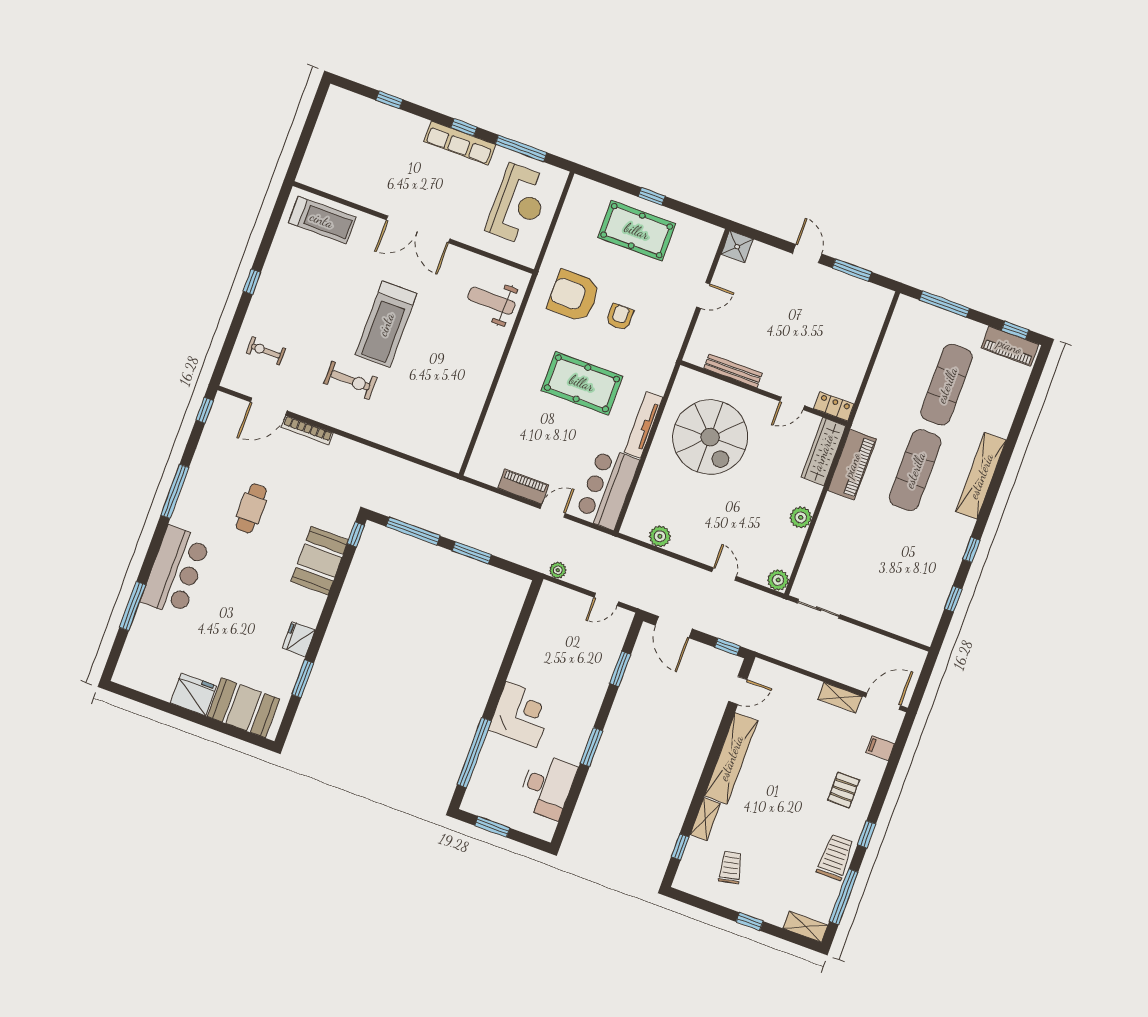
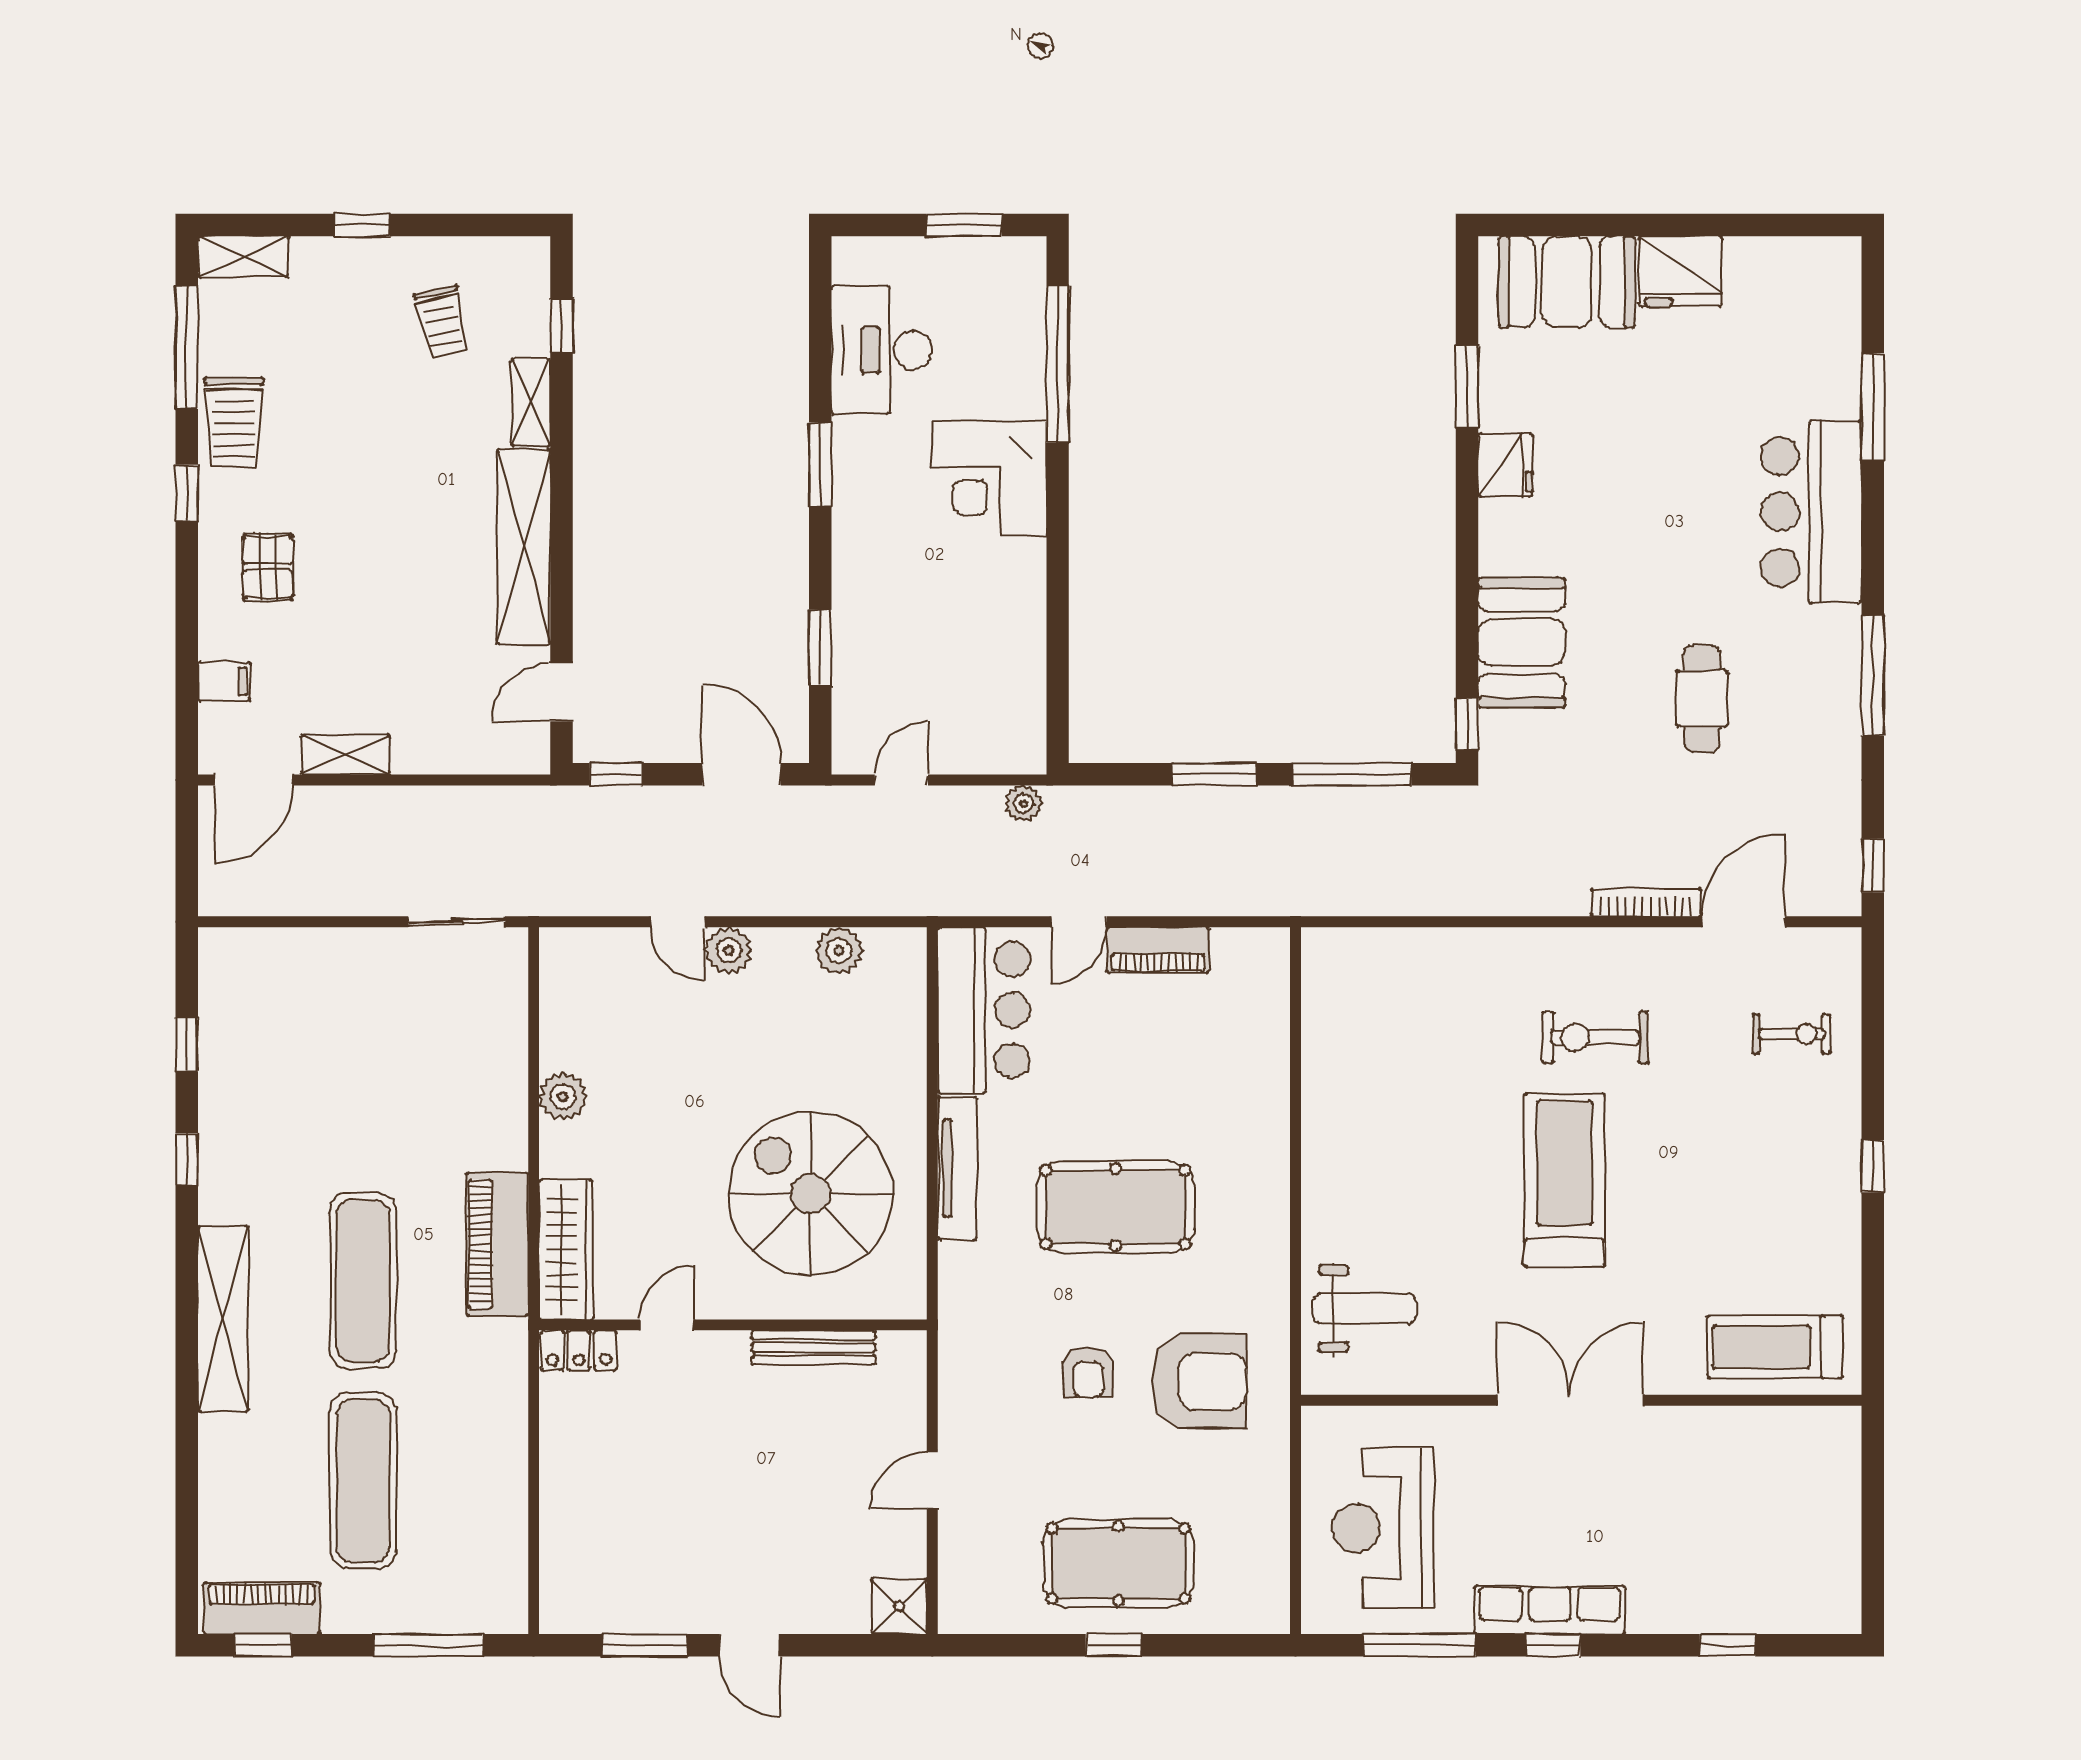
plant: (778, 580) -> (729, 950), moved

